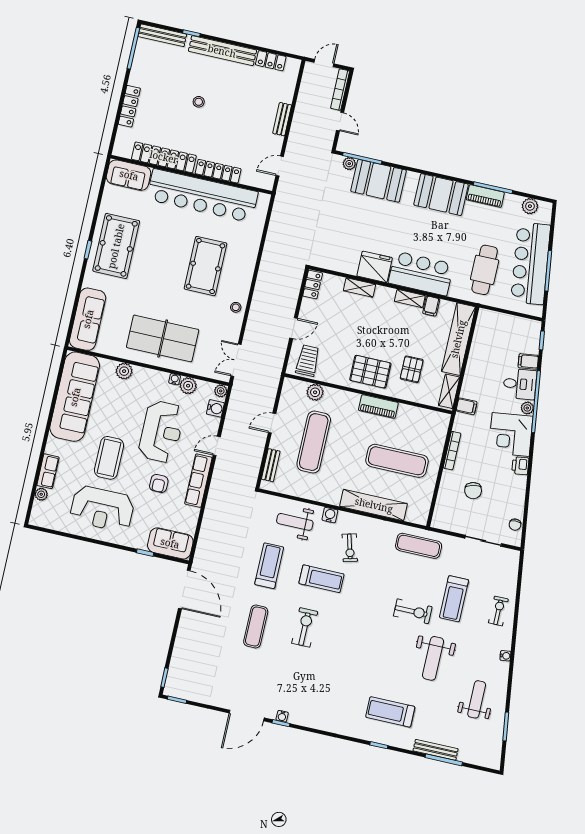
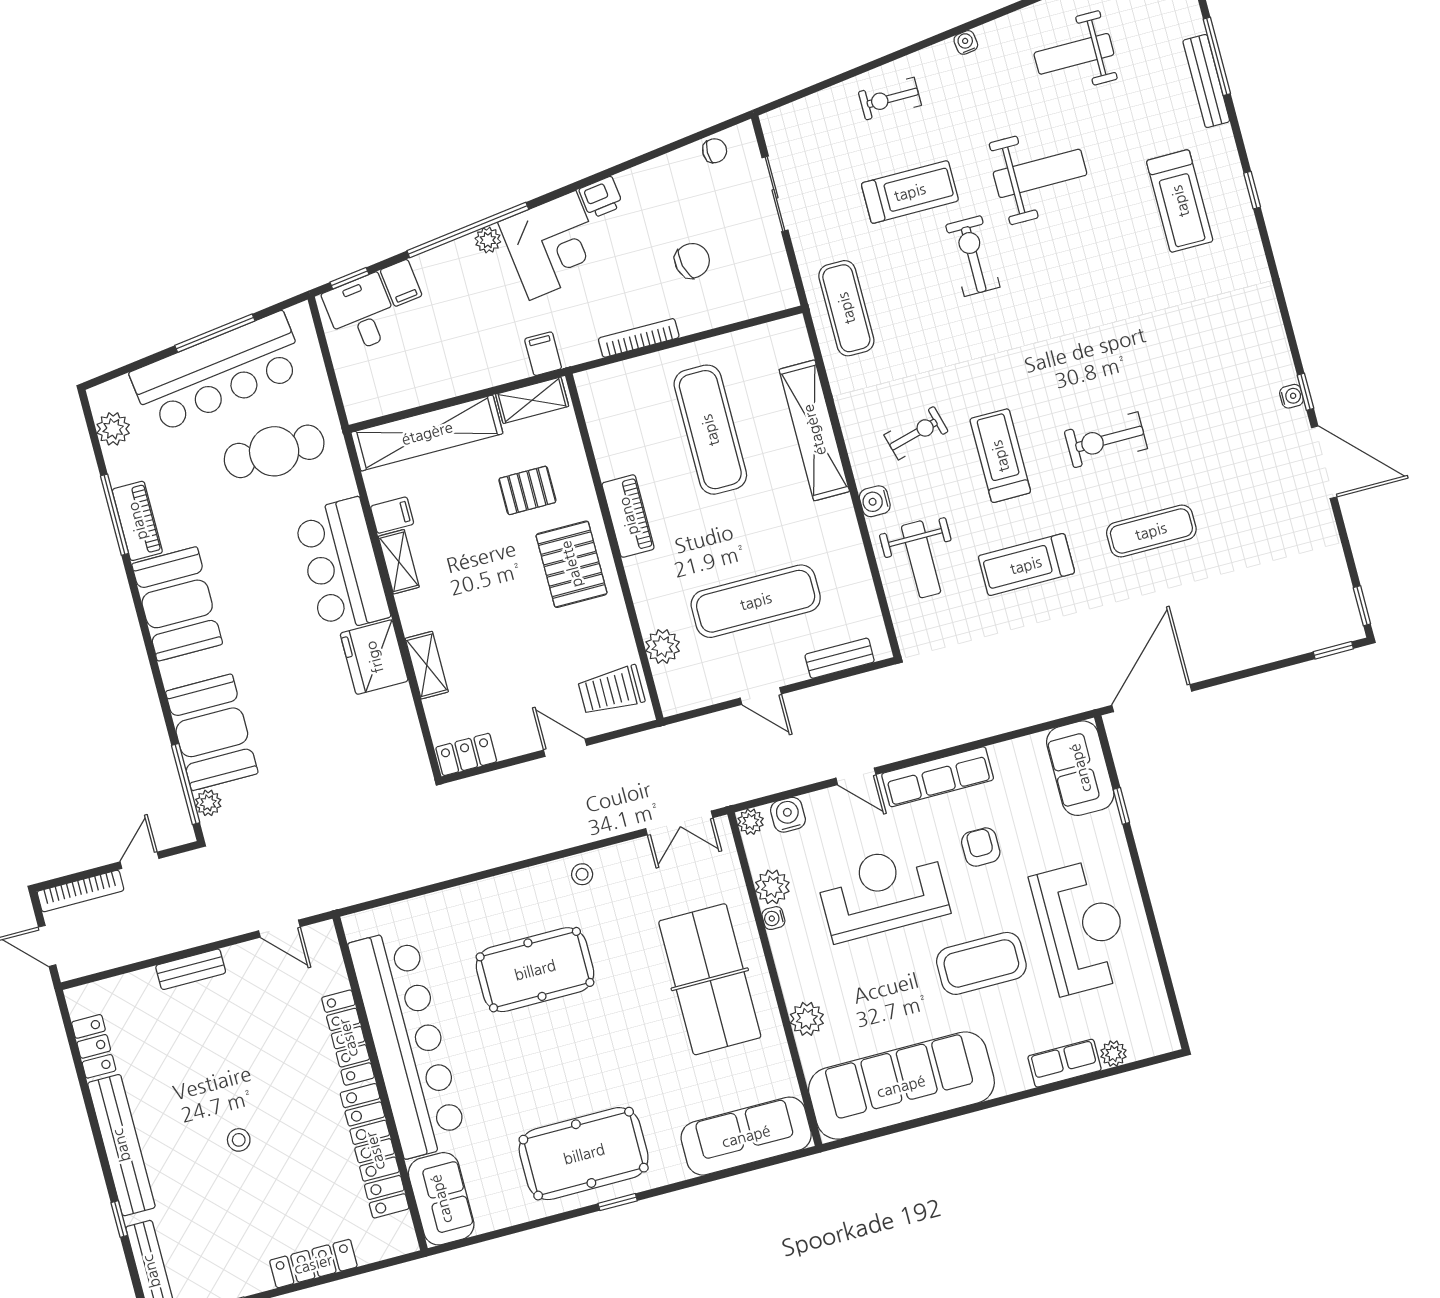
desk: (520, 384) -> (361, 313), moved
armchair: (159, 483) -> (981, 847), turned -90

